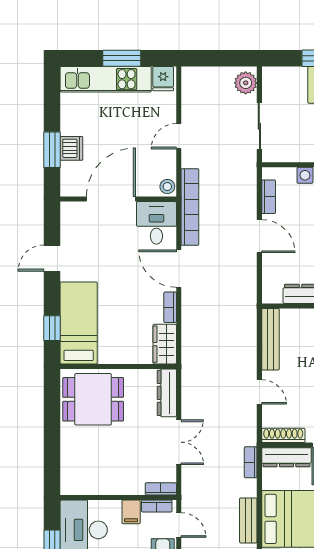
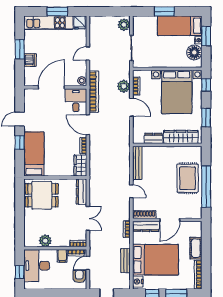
window: (52, 150) -> (20, 49), moved
plant: (245, 197) -> (124, 86), added
window: (52, 328) -> (20, 143), moved
plant: (100, 484) -> (45, 241), added
door: (179, 525) -> (88, 263), swing flipped

